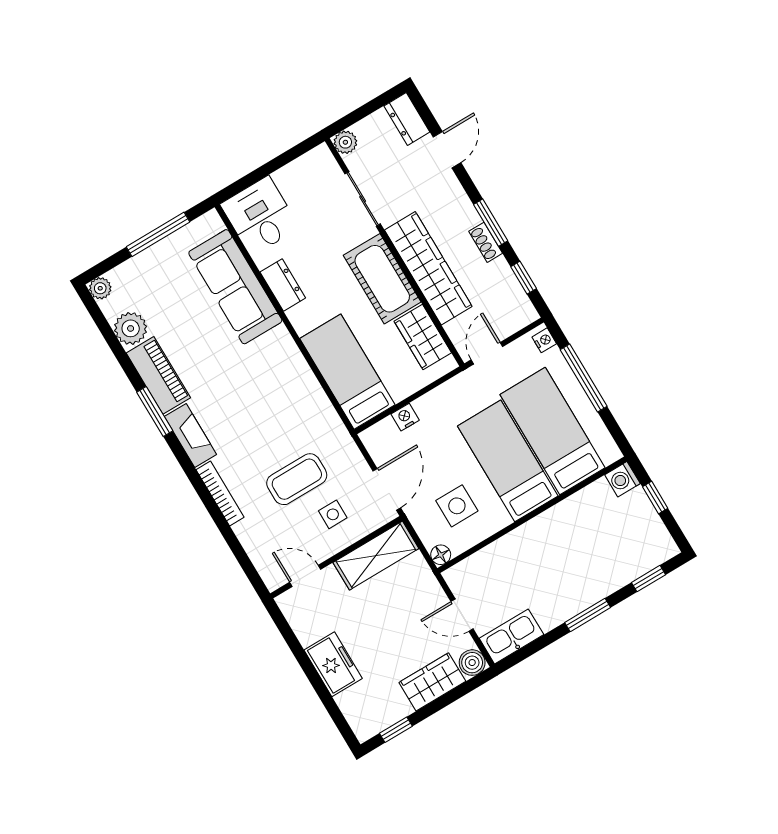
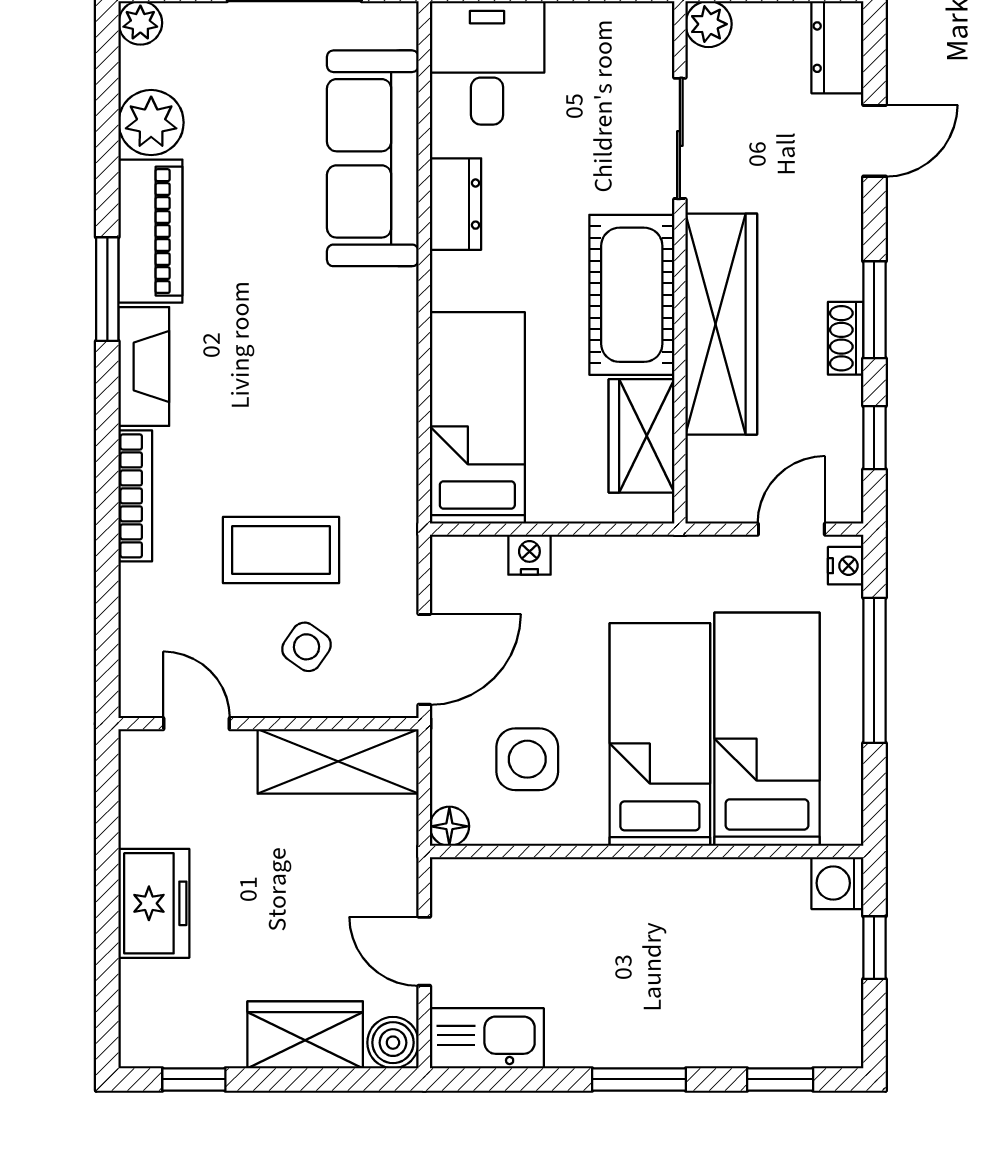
door: (487, 353) -> (791, 529), moved
side table: (333, 514) -> (306, 647), turned 35

